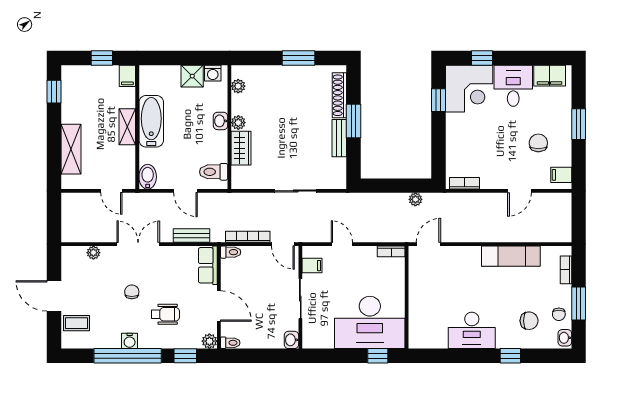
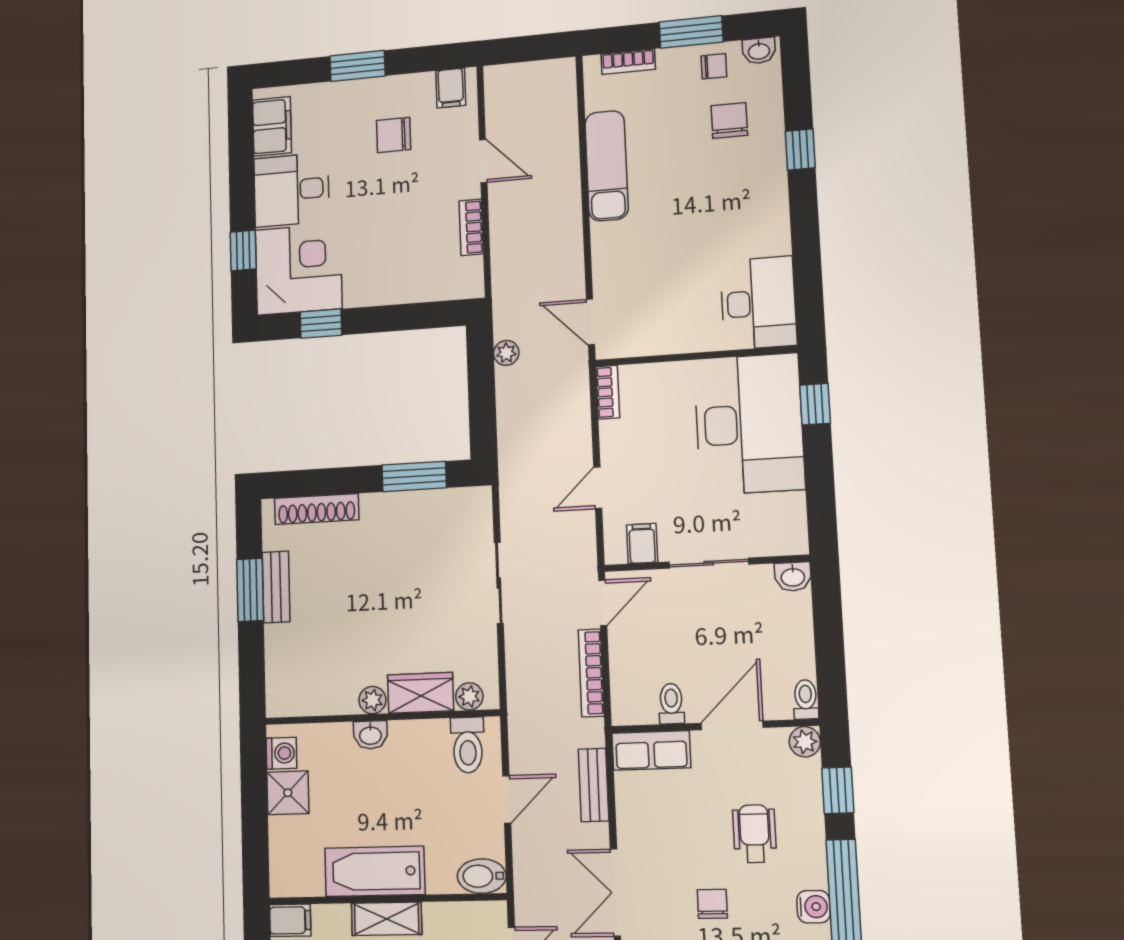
plant: (238, 86) -> (469, 696), moved
window: (353, 121) -> (414, 476), moved
bench: (339, 138) -> (276, 587), moved, turned 90
bookcase: (465, 183) -> (471, 227), moved
toilet: (231, 252) -> (671, 704), moved
chair: (132, 292) -> (712, 904), turned 90
desk: (472, 330) -> (758, 303), moved

